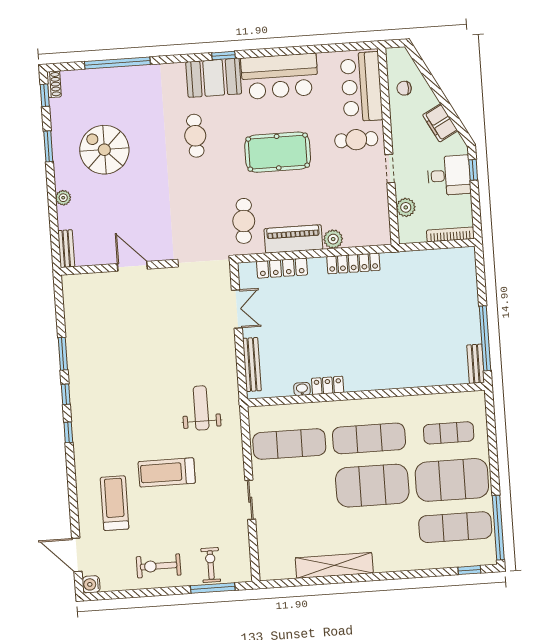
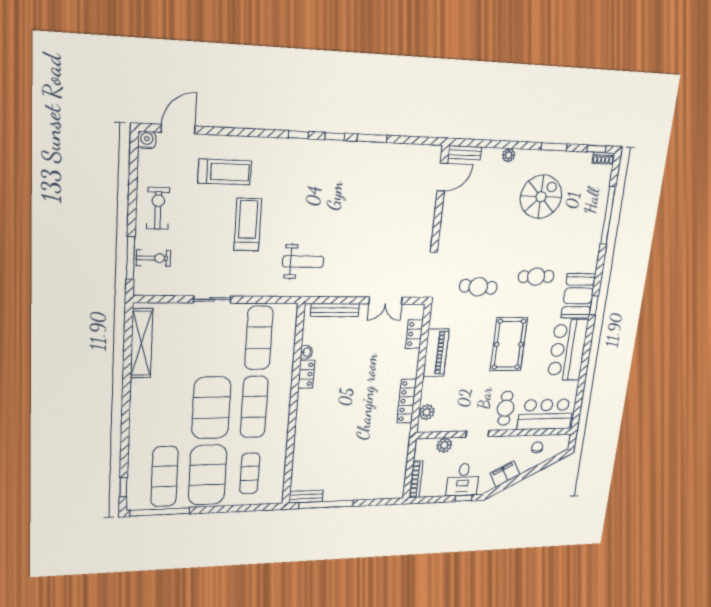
cafe table: (244, 221) -> (478, 287), moved
plant: (333, 239) -> (427, 412), moved
door: (132, 266) -> (442, 177), moved
locker: (282, 268) -> (414, 334), width x0.66
shelving: (334, 565) -> (142, 343), moved

